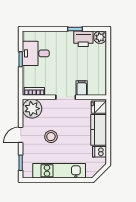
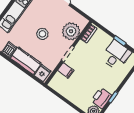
plant: (32, 109) -> (71, 31), moved
stool: (51, 137) -> (42, 34), moved

